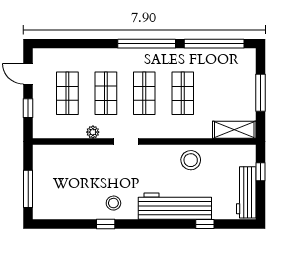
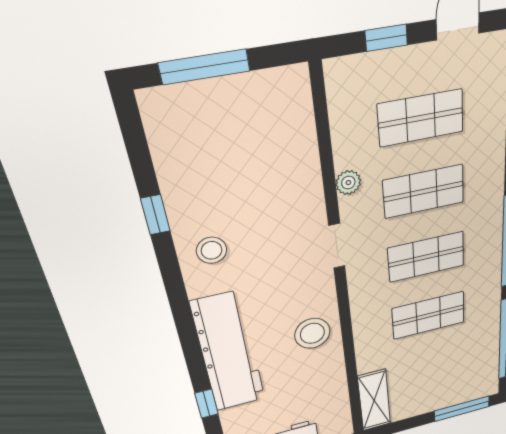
window: (261, 93) -> (462, 409), moved
stool: (191, 160) -> (312, 333), moved
window: (106, 224) -> (155, 215), moved

